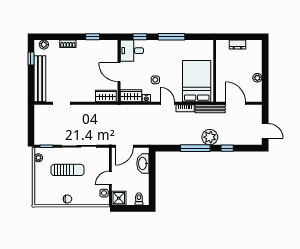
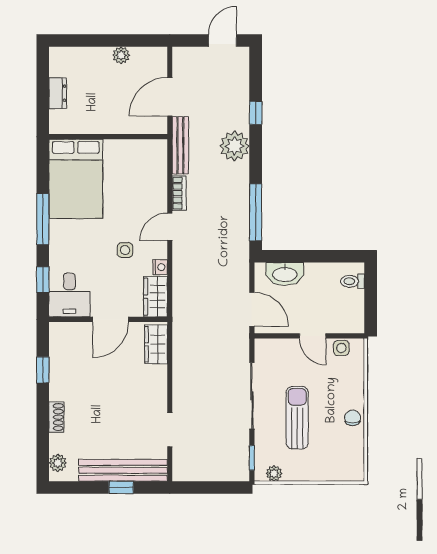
window: (31, 58) -> (121, 487), moved
bed: (197, 81) -> (76, 179), moved, turned -90
window: (195, 148) -> (256, 212), moved
shower: (119, 198) -> (351, 320), removed

